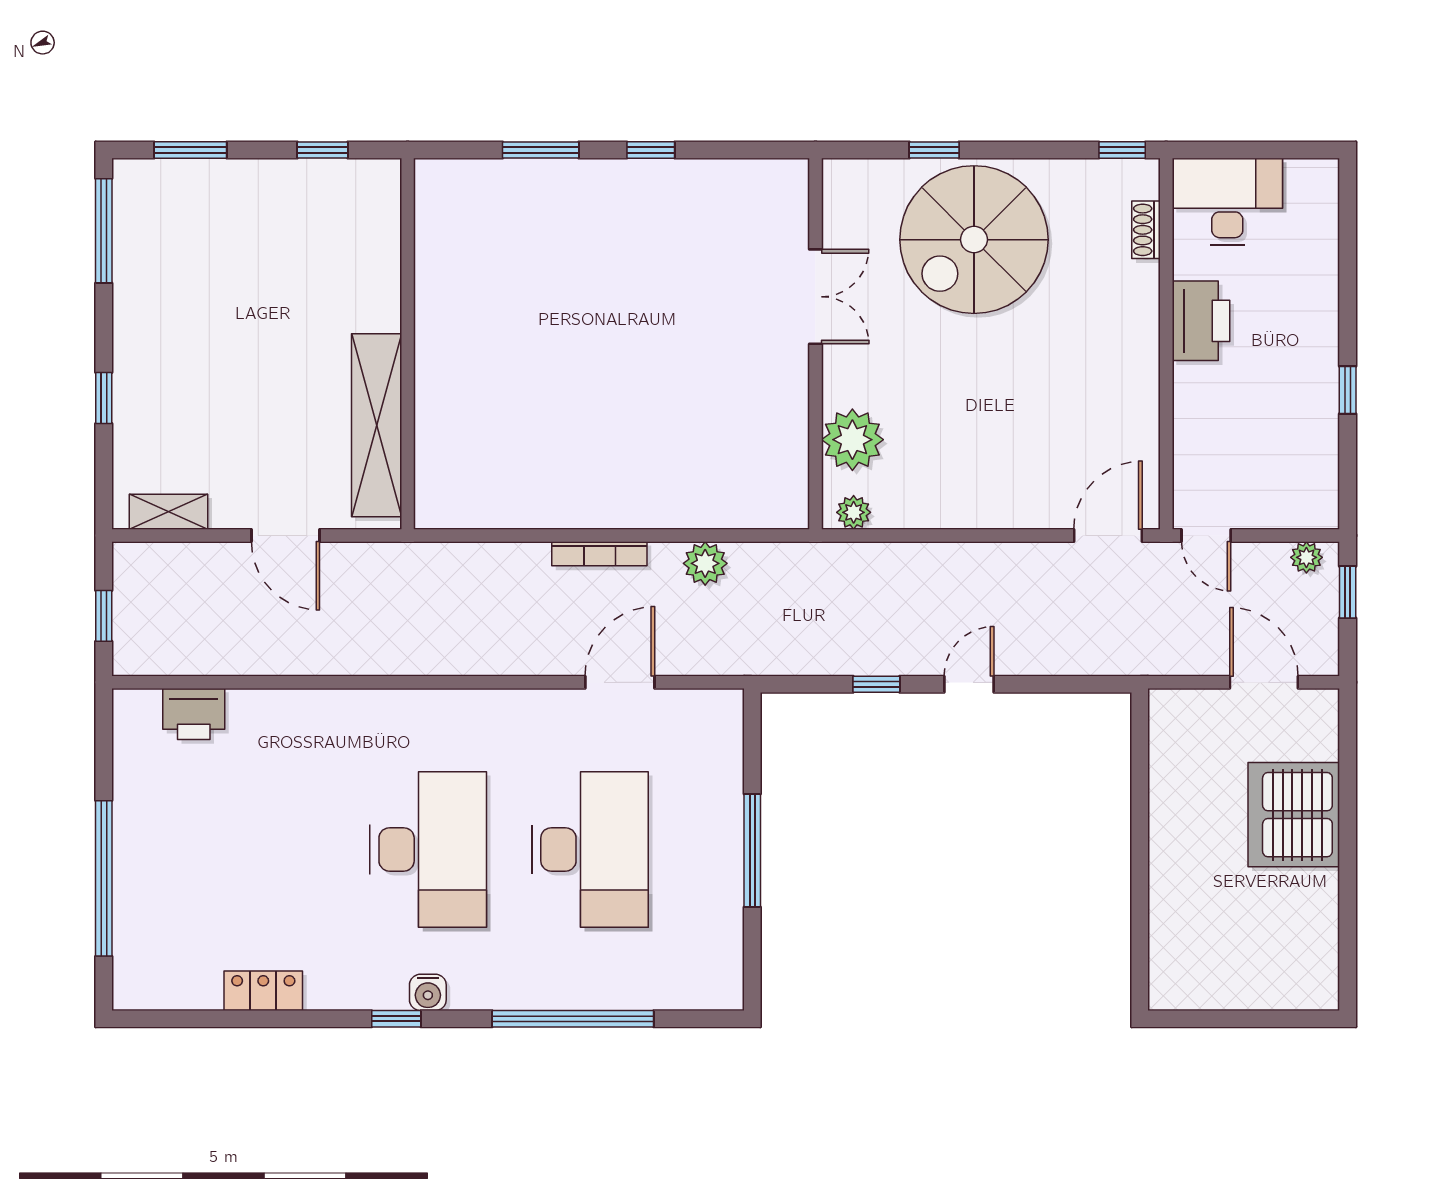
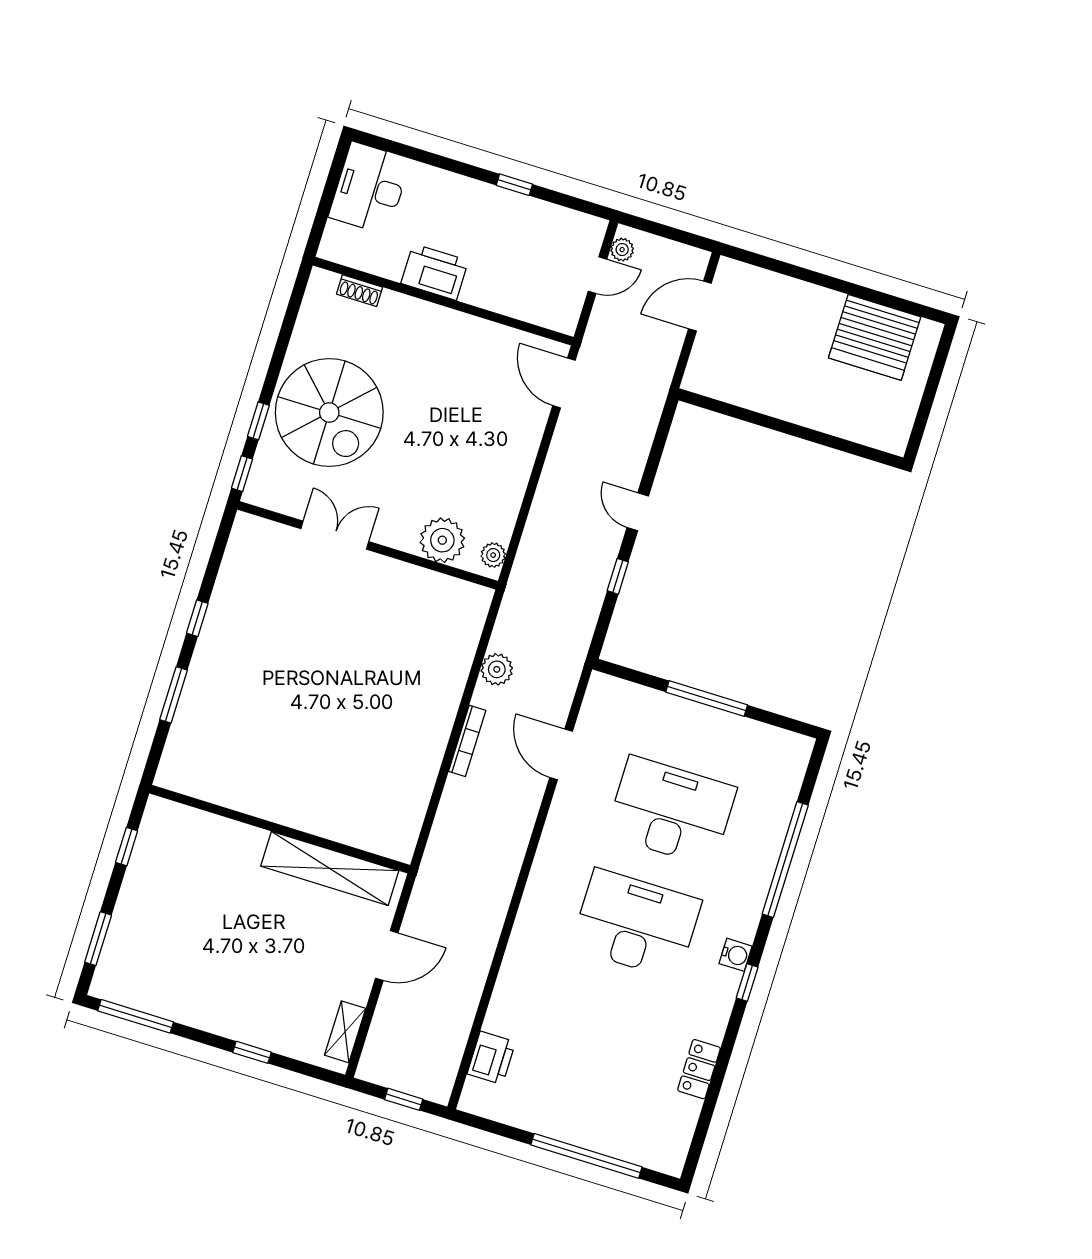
window: (1122, 150) -> (242, 474), moved
desk: (1227, 201) -> (370, 188), moved
door: (1206, 535) -> (597, 275), moved
window: (1348, 592) -> (655, 228), removed
server rack: (1294, 815) -> (875, 337), moved

